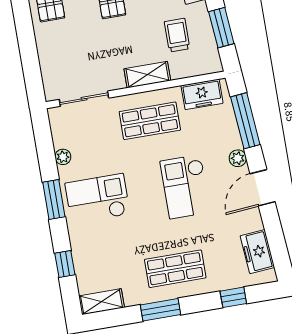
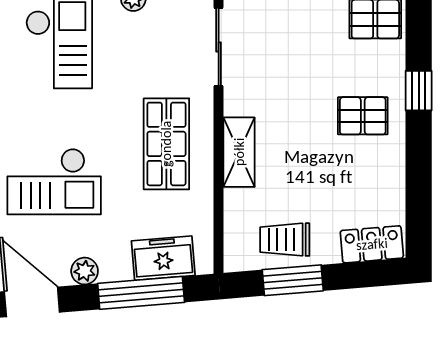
trolley: (177, 35) -> (285, 240), moved, turned 180
freezer: (202, 94) -> (163, 258), moved, turned 85
checkout: (185, 187) -> (54, 182), turned 180

